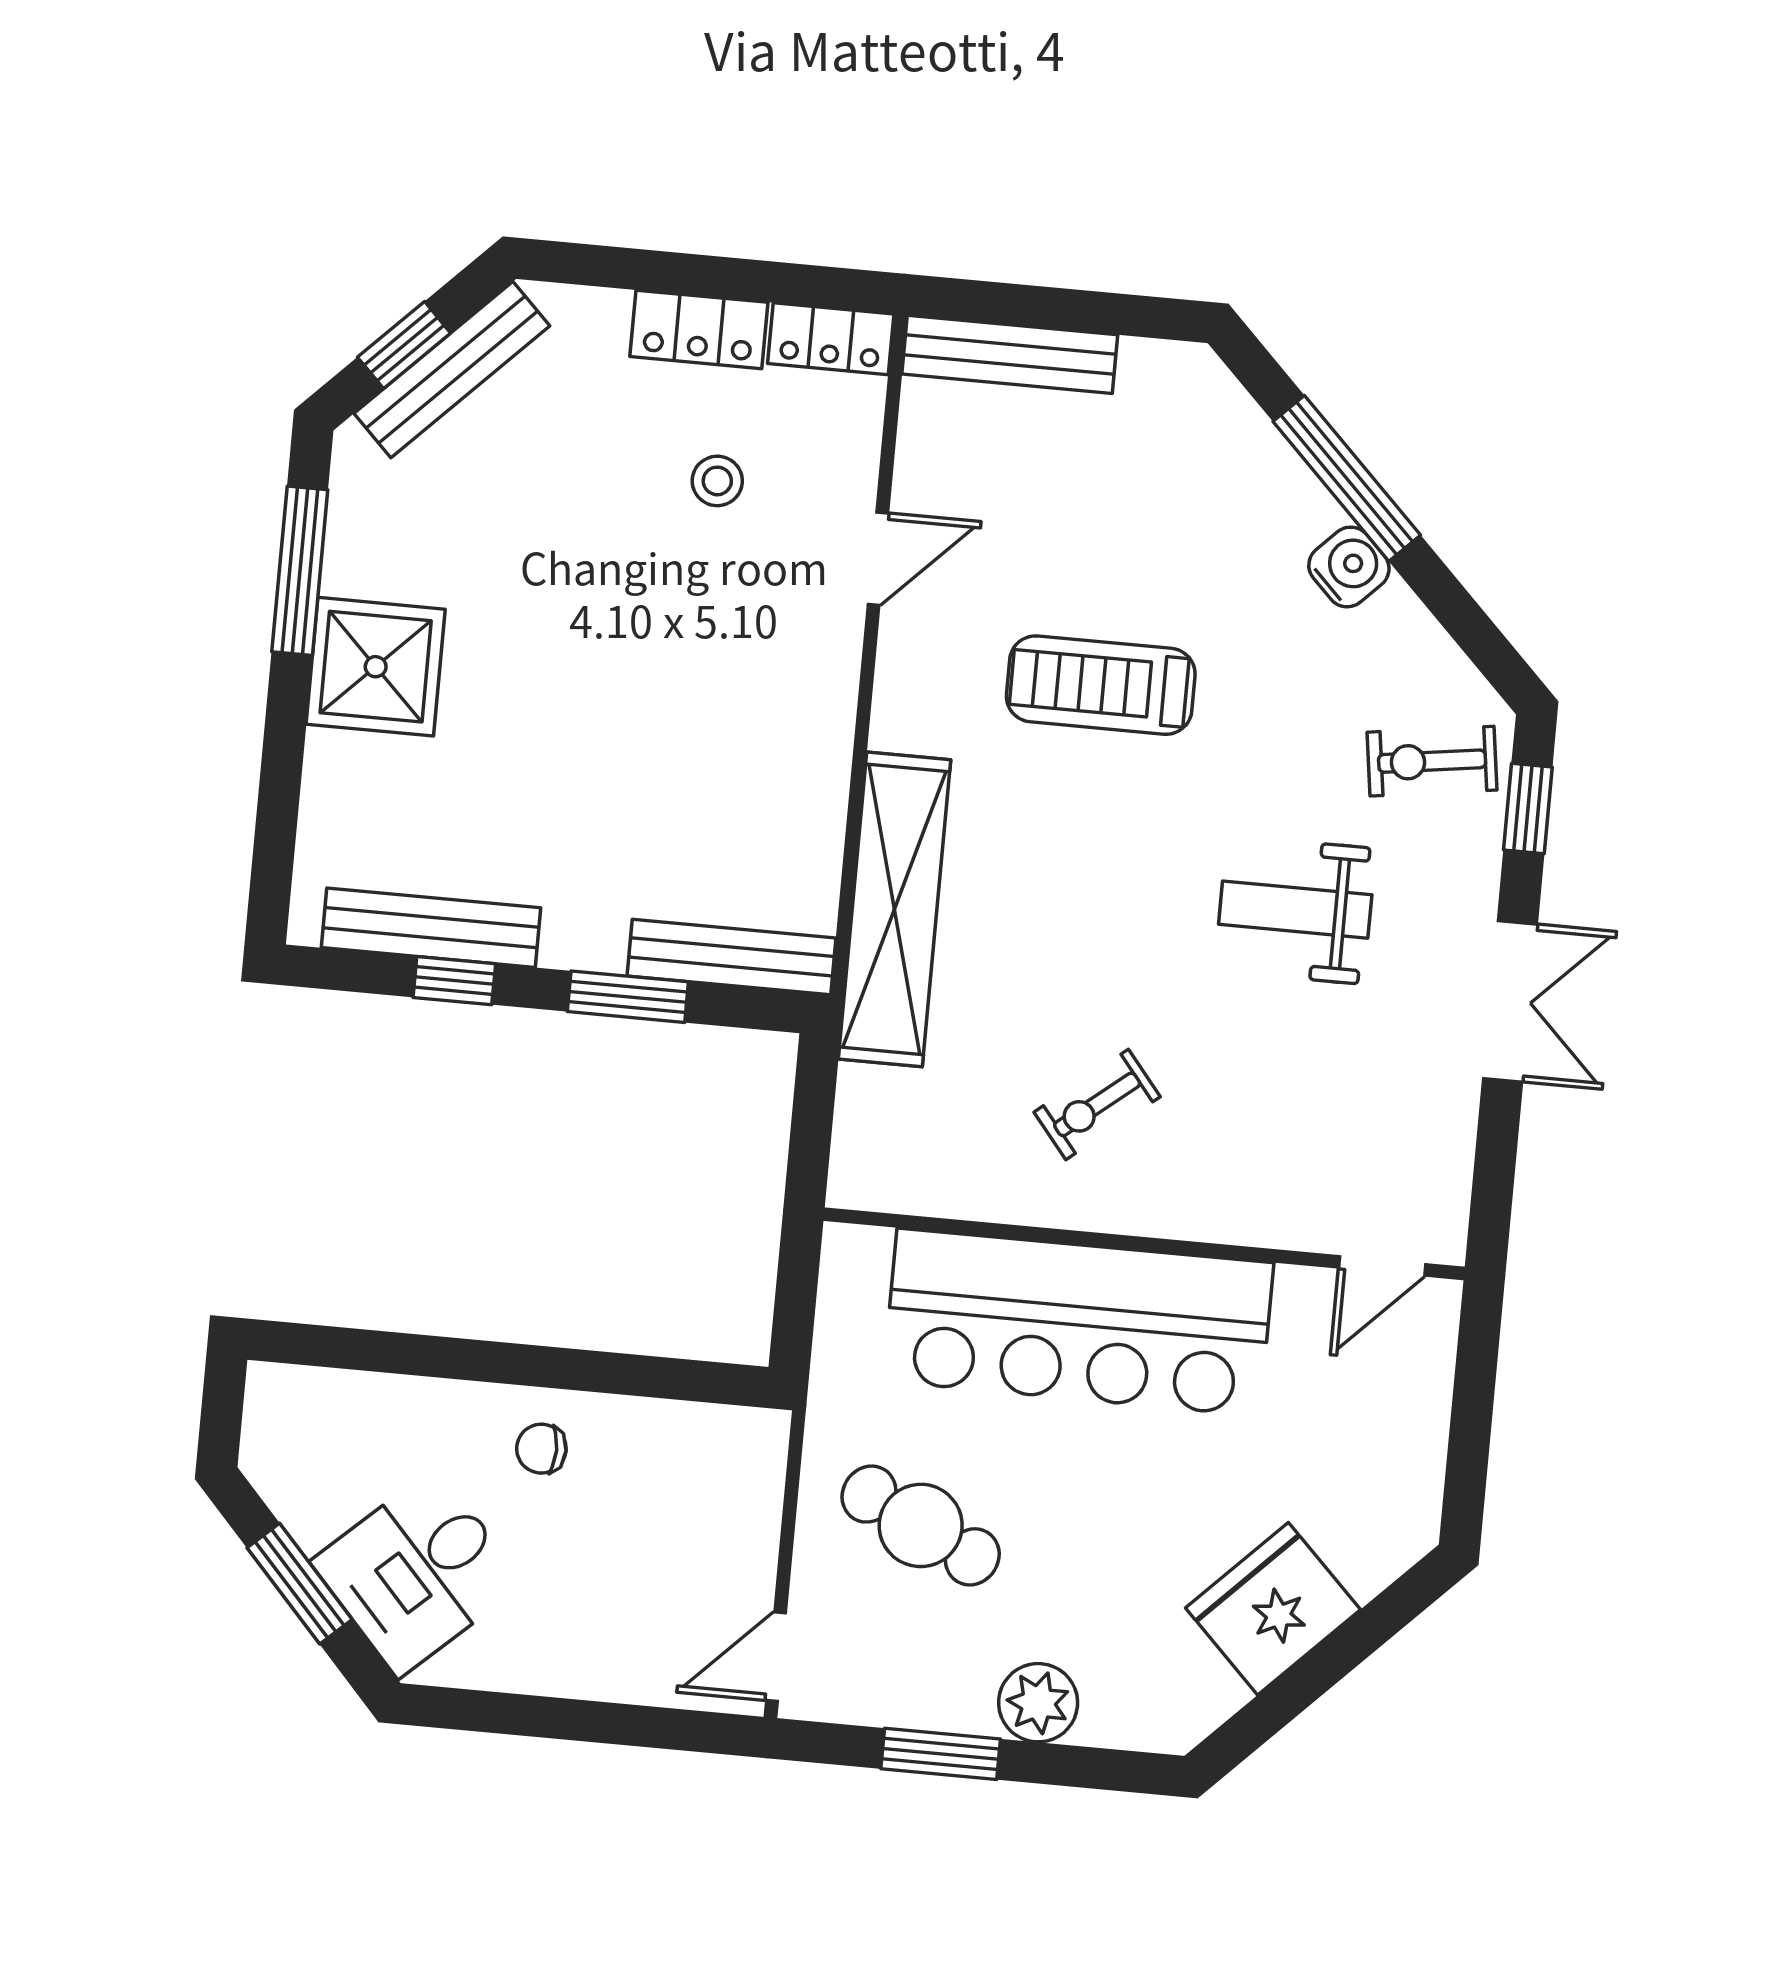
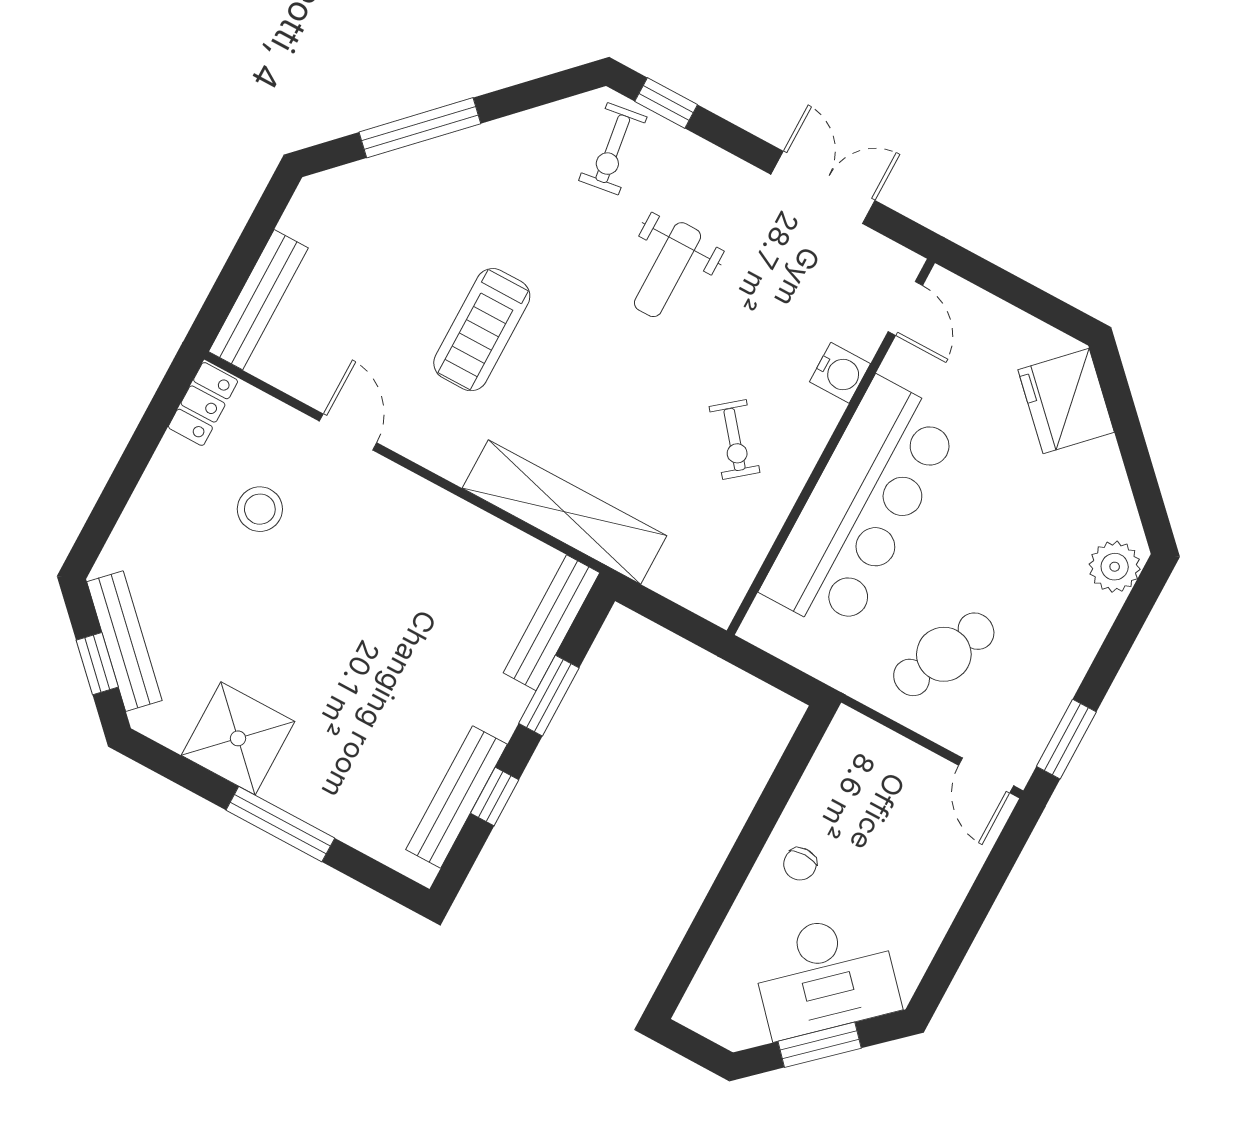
locker: (699, 329) -> (164, 481), removed
stool: (717, 481) -> (260, 509), width x1.37, depth x1.37
water cooler: (1349, 567) -> (840, 373), moved, turned 135
window: (300, 571) -> (280, 824), moved
shower: (376, 667) -> (238, 738), moved
double door: (1510, 1001) -> (823, 187), moved
desk: (417, 1572) -> (825, 975), width x1.37
fridge: (1273, 1609) -> (1066, 401), moved
plant: (1038, 1703) -> (1115, 567), moved
window: (941, 1754) -> (1066, 739), moved

